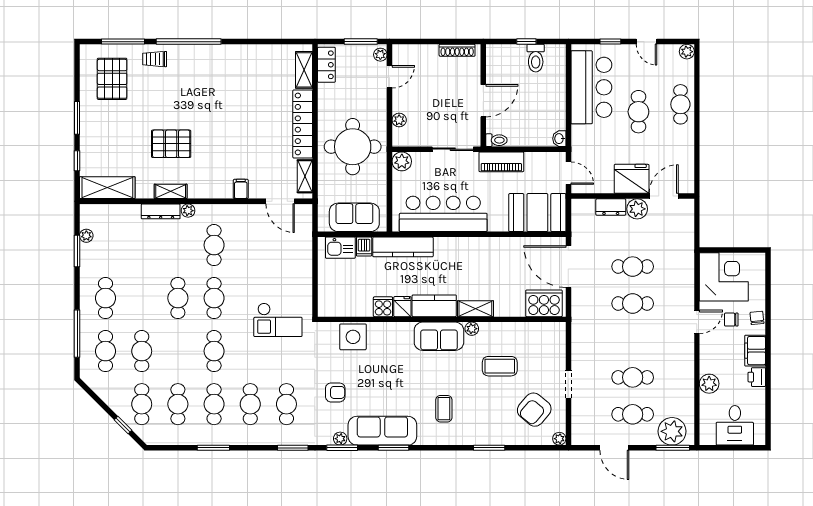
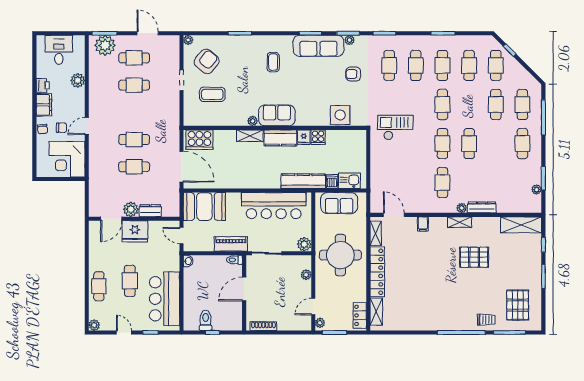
shelving: (171, 191) -> (460, 222), moved
coffee table: (500, 366) -> (212, 94), moved

